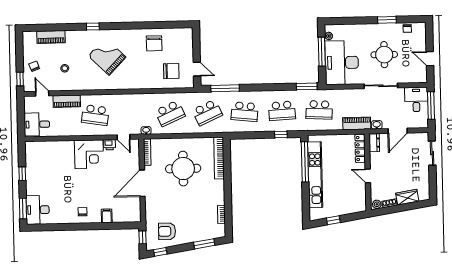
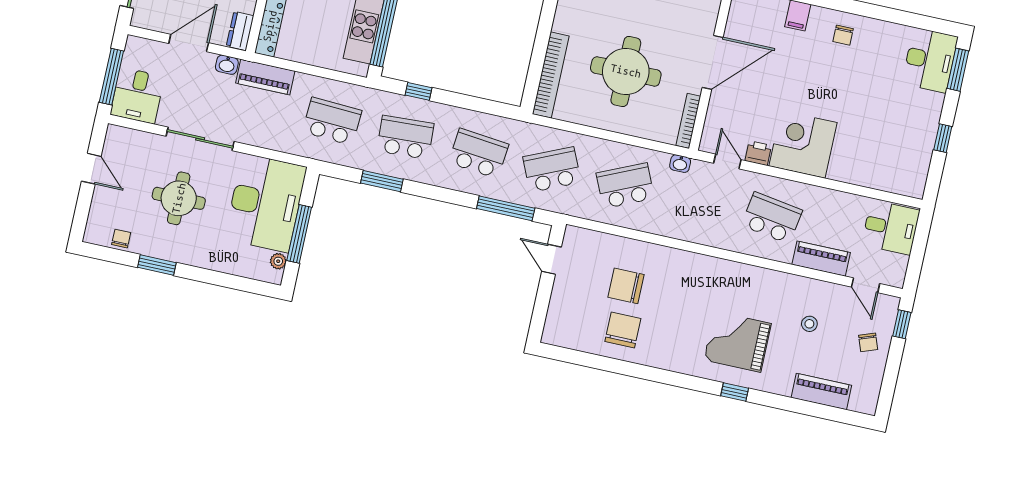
grand piano: (107, 56) -> (738, 342), moved, turned 136
chair: (171, 71) -> (626, 286), moved
window: (307, 86) -> (382, 181), moved

